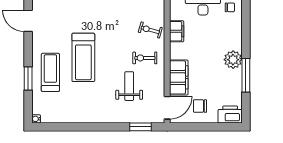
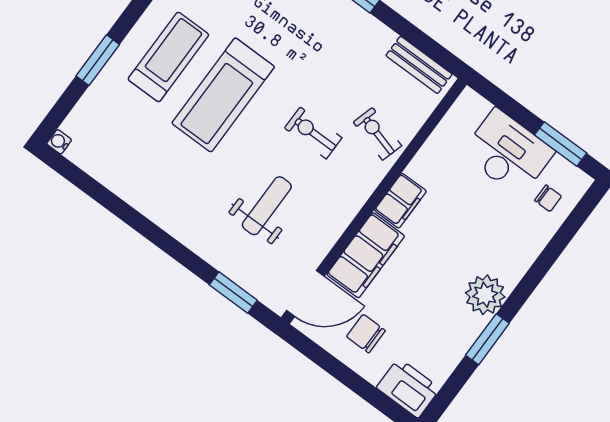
filing cabinet: (177, 31) -> (400, 201), moved
exercise bike: (145, 58) -> (313, 133), moved
treadmill: (50, 72) -> (168, 57), moved
window: (246, 75) -> (487, 339), width x0.69

